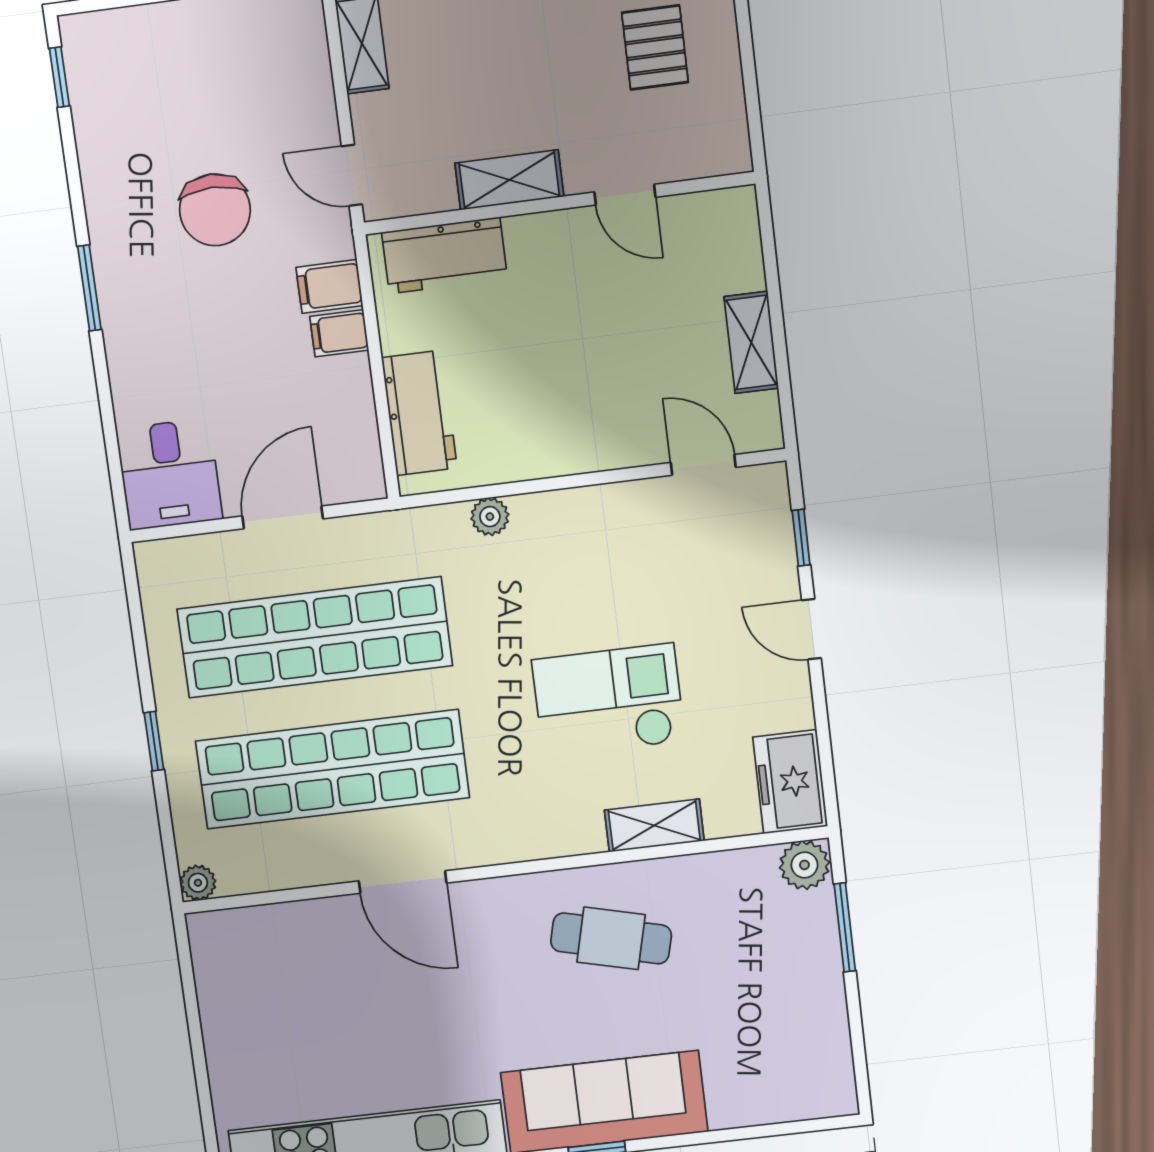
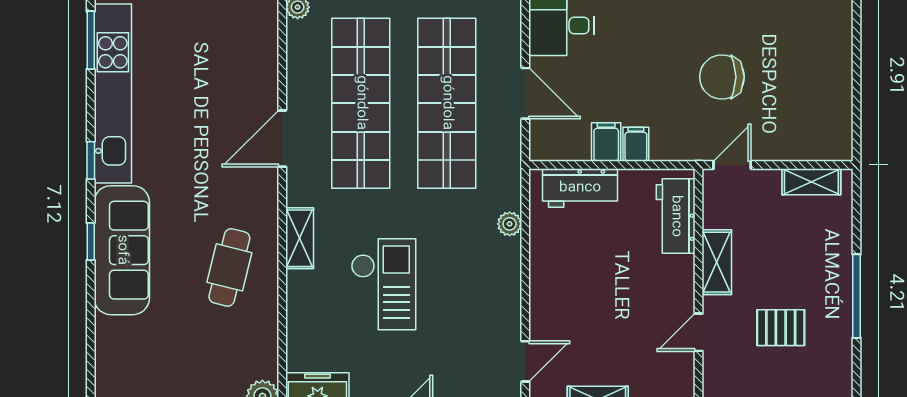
pallet: (655, 47) -> (781, 328), moved
filing cabinet: (329, 287) -> (606, 142), moved
shelving: (654, 825) -> (300, 238), moved

